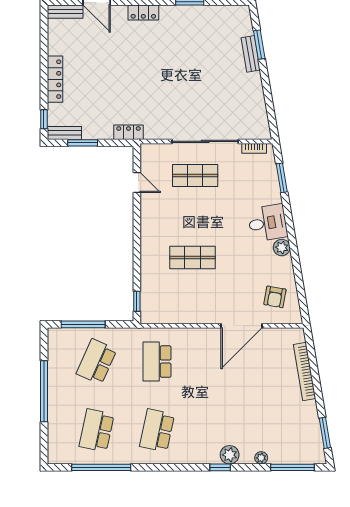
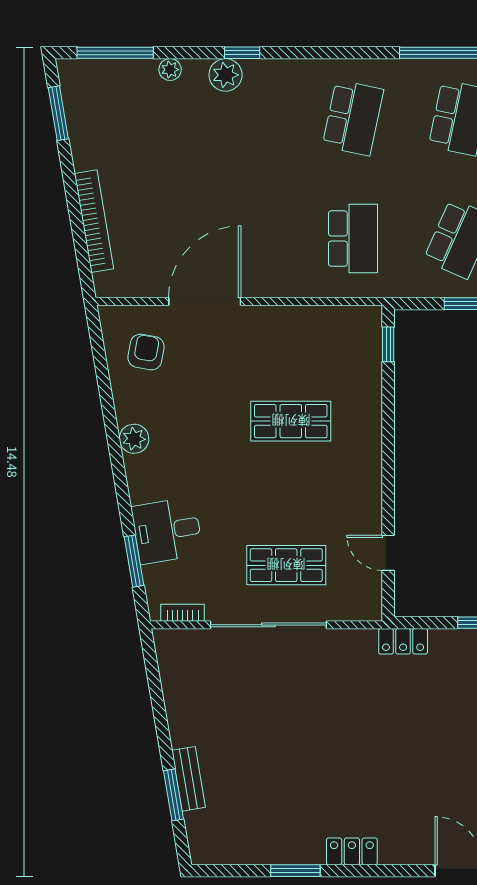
locker: (143, 12) -> (352, 851), moved
desk: (268, 223) -> (167, 531), moved

